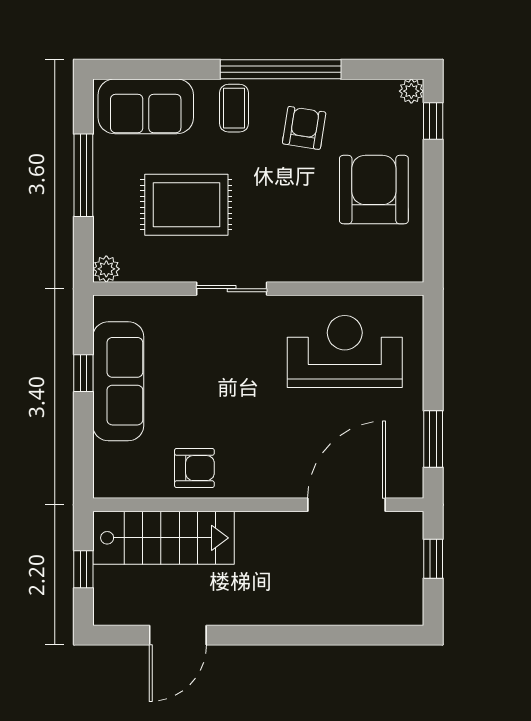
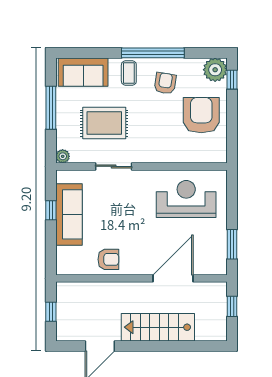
plant: (411, 91) -> (215, 70), width x1.88, depth x1.88
sliding door: (232, 289) -> (114, 166), moved
door: (347, 505) -> (173, 278), moved
stairs: (164, 538) -> (158, 327), moved, turned 180

